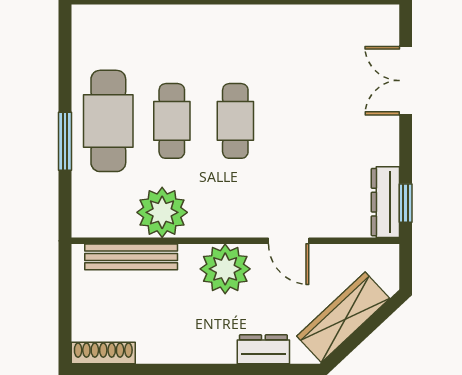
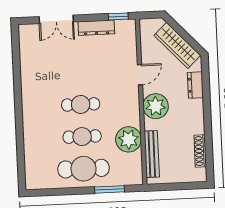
window: (65, 141) -> (109, 189), moved
dresser: (385, 202) -> (96, 28), moved
shoe rack: (103, 353) -> (200, 151), moved

